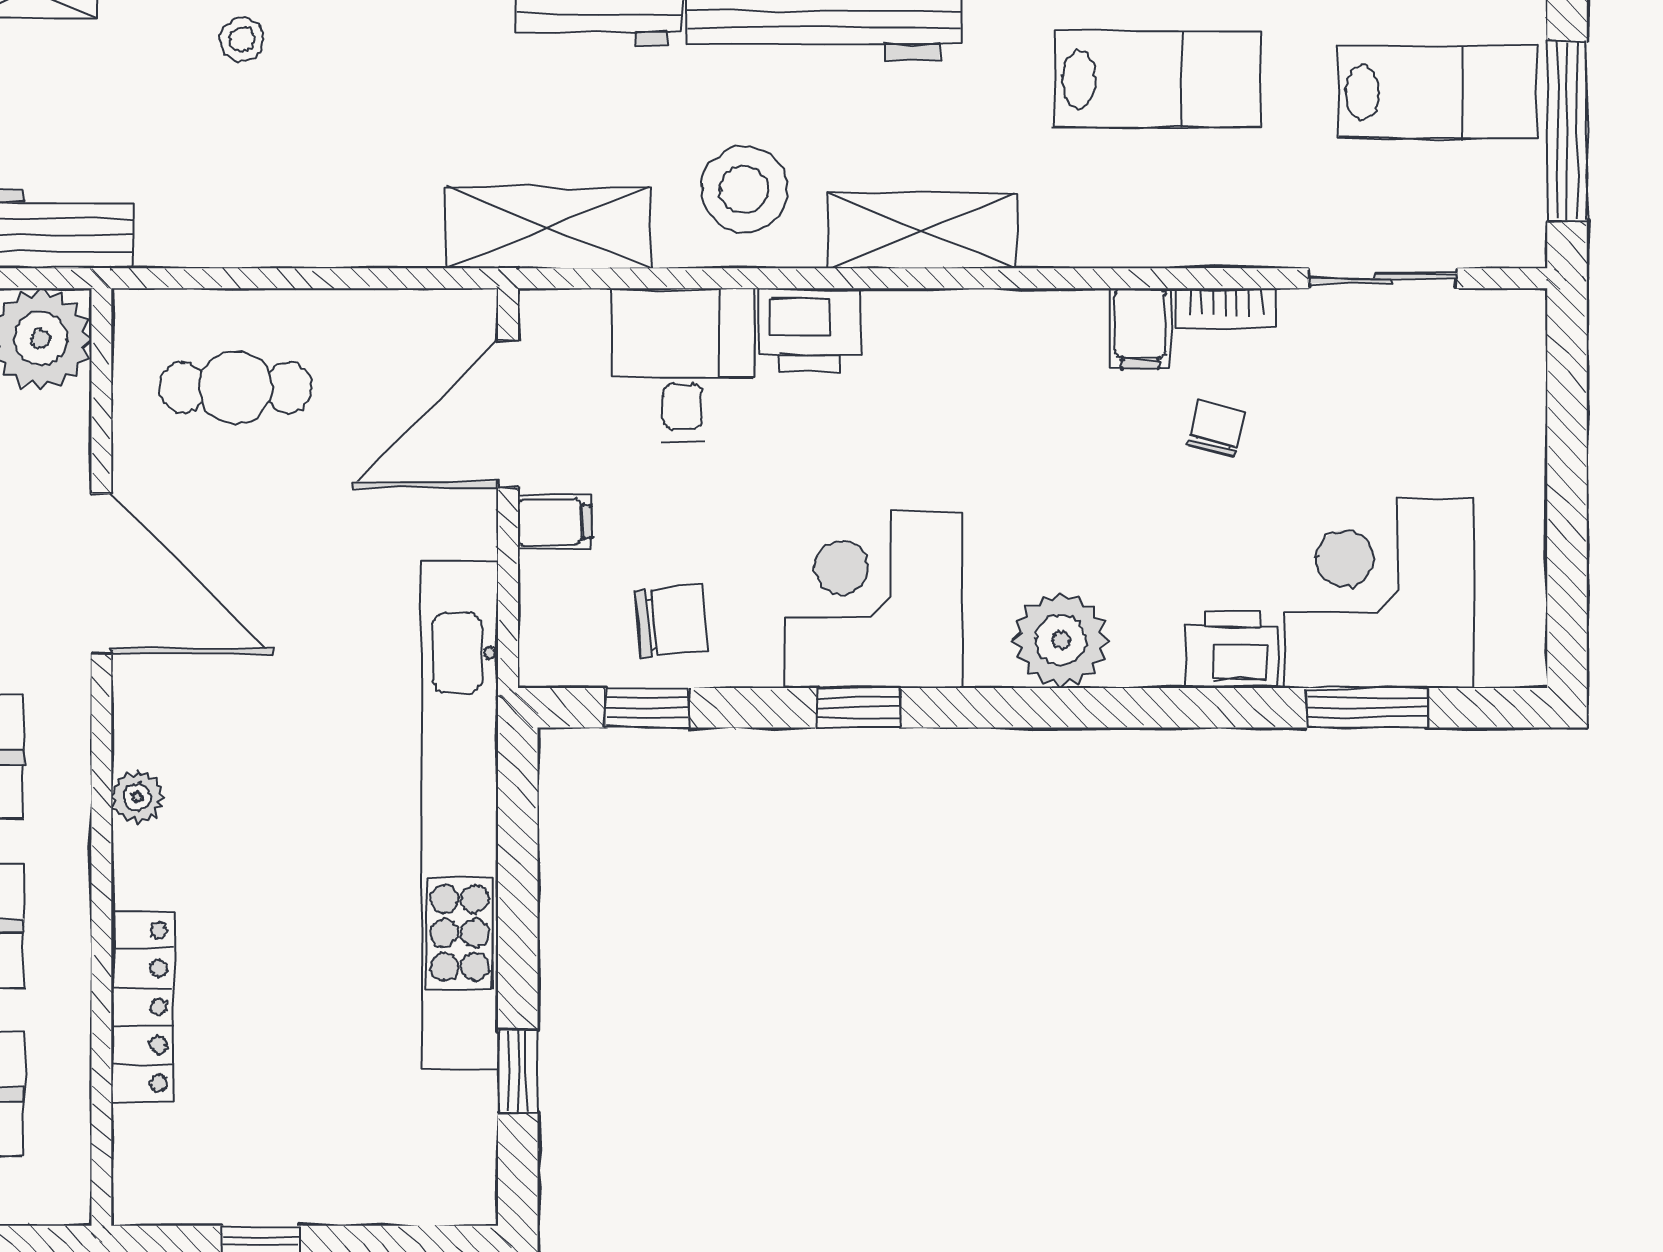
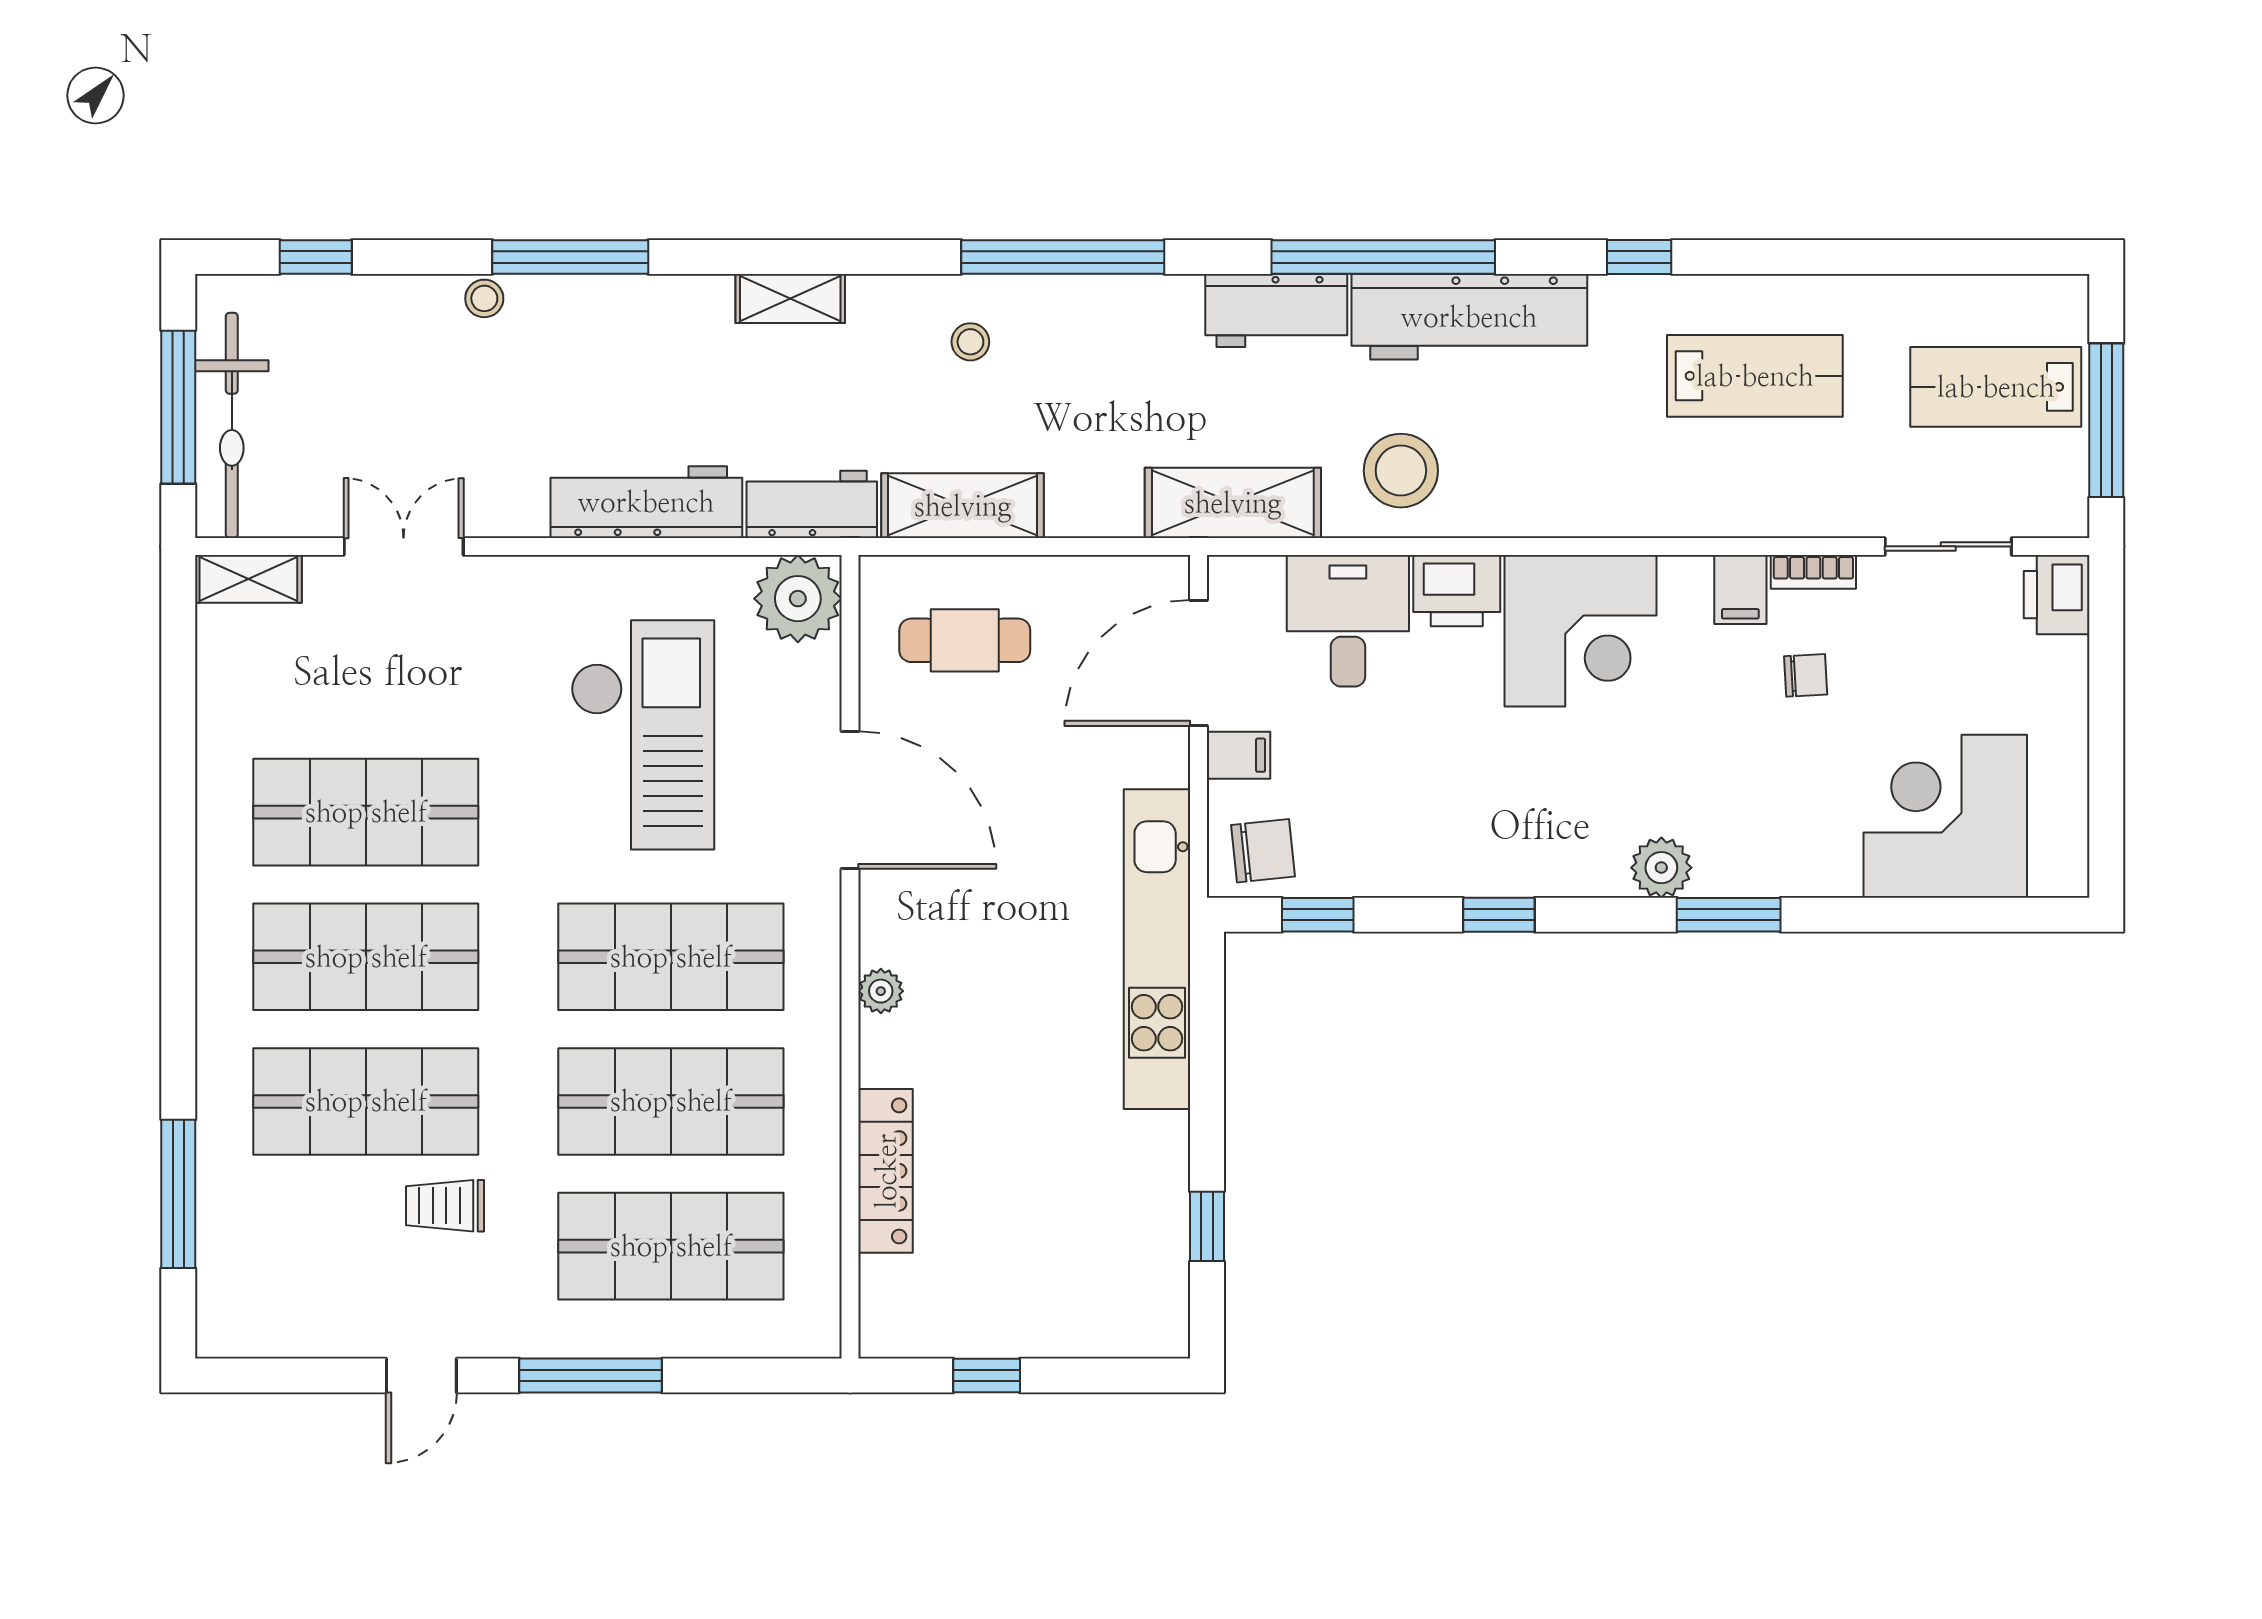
lab bench: (1438, 92) -> (1996, 387), turned 180
shelving: (922, 231) -> (963, 506), moved
chair: (1216, 429) -> (1806, 675), turned 73
corner desk: (874, 600) -> (1580, 631), moved, turned 180
chair: (672, 621) -> (1263, 851), moved
plant: (1061, 640) -> (1661, 868), width x0.73, depth x0.73
printer: (1232, 650) -> (2057, 595), moved, turned -90
window: (1367, 708) -> (1729, 915), moved
kitchen unit: (460, 816) -> (1157, 949), width x0.73

